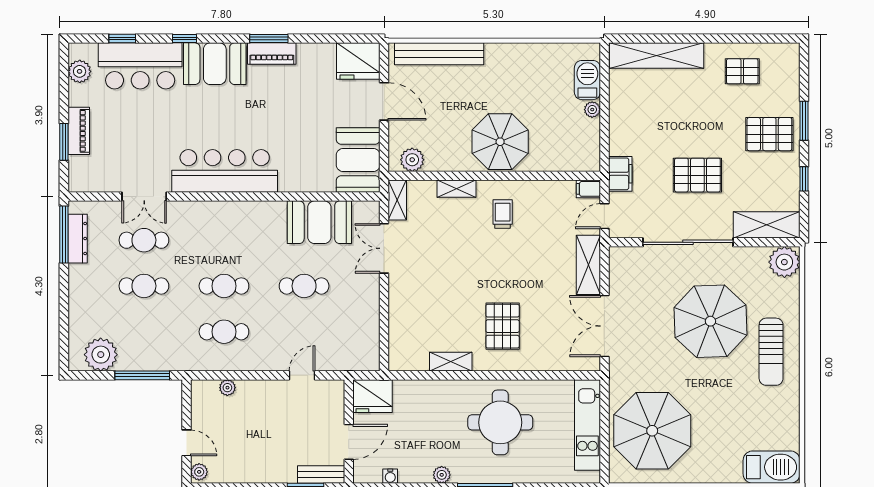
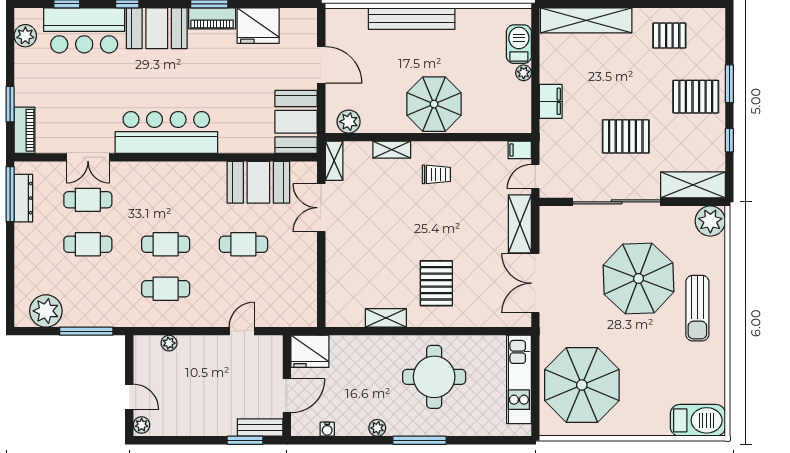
bench: (439, 54) -> (412, 19), moved
fridge: (358, 61) -> (258, 26), moved
piano: (79, 131) -> (24, 130), moved
filing cabinet: (620, 174) -> (551, 101), moved
trolley: (503, 214) -> (436, 174), turned 90

